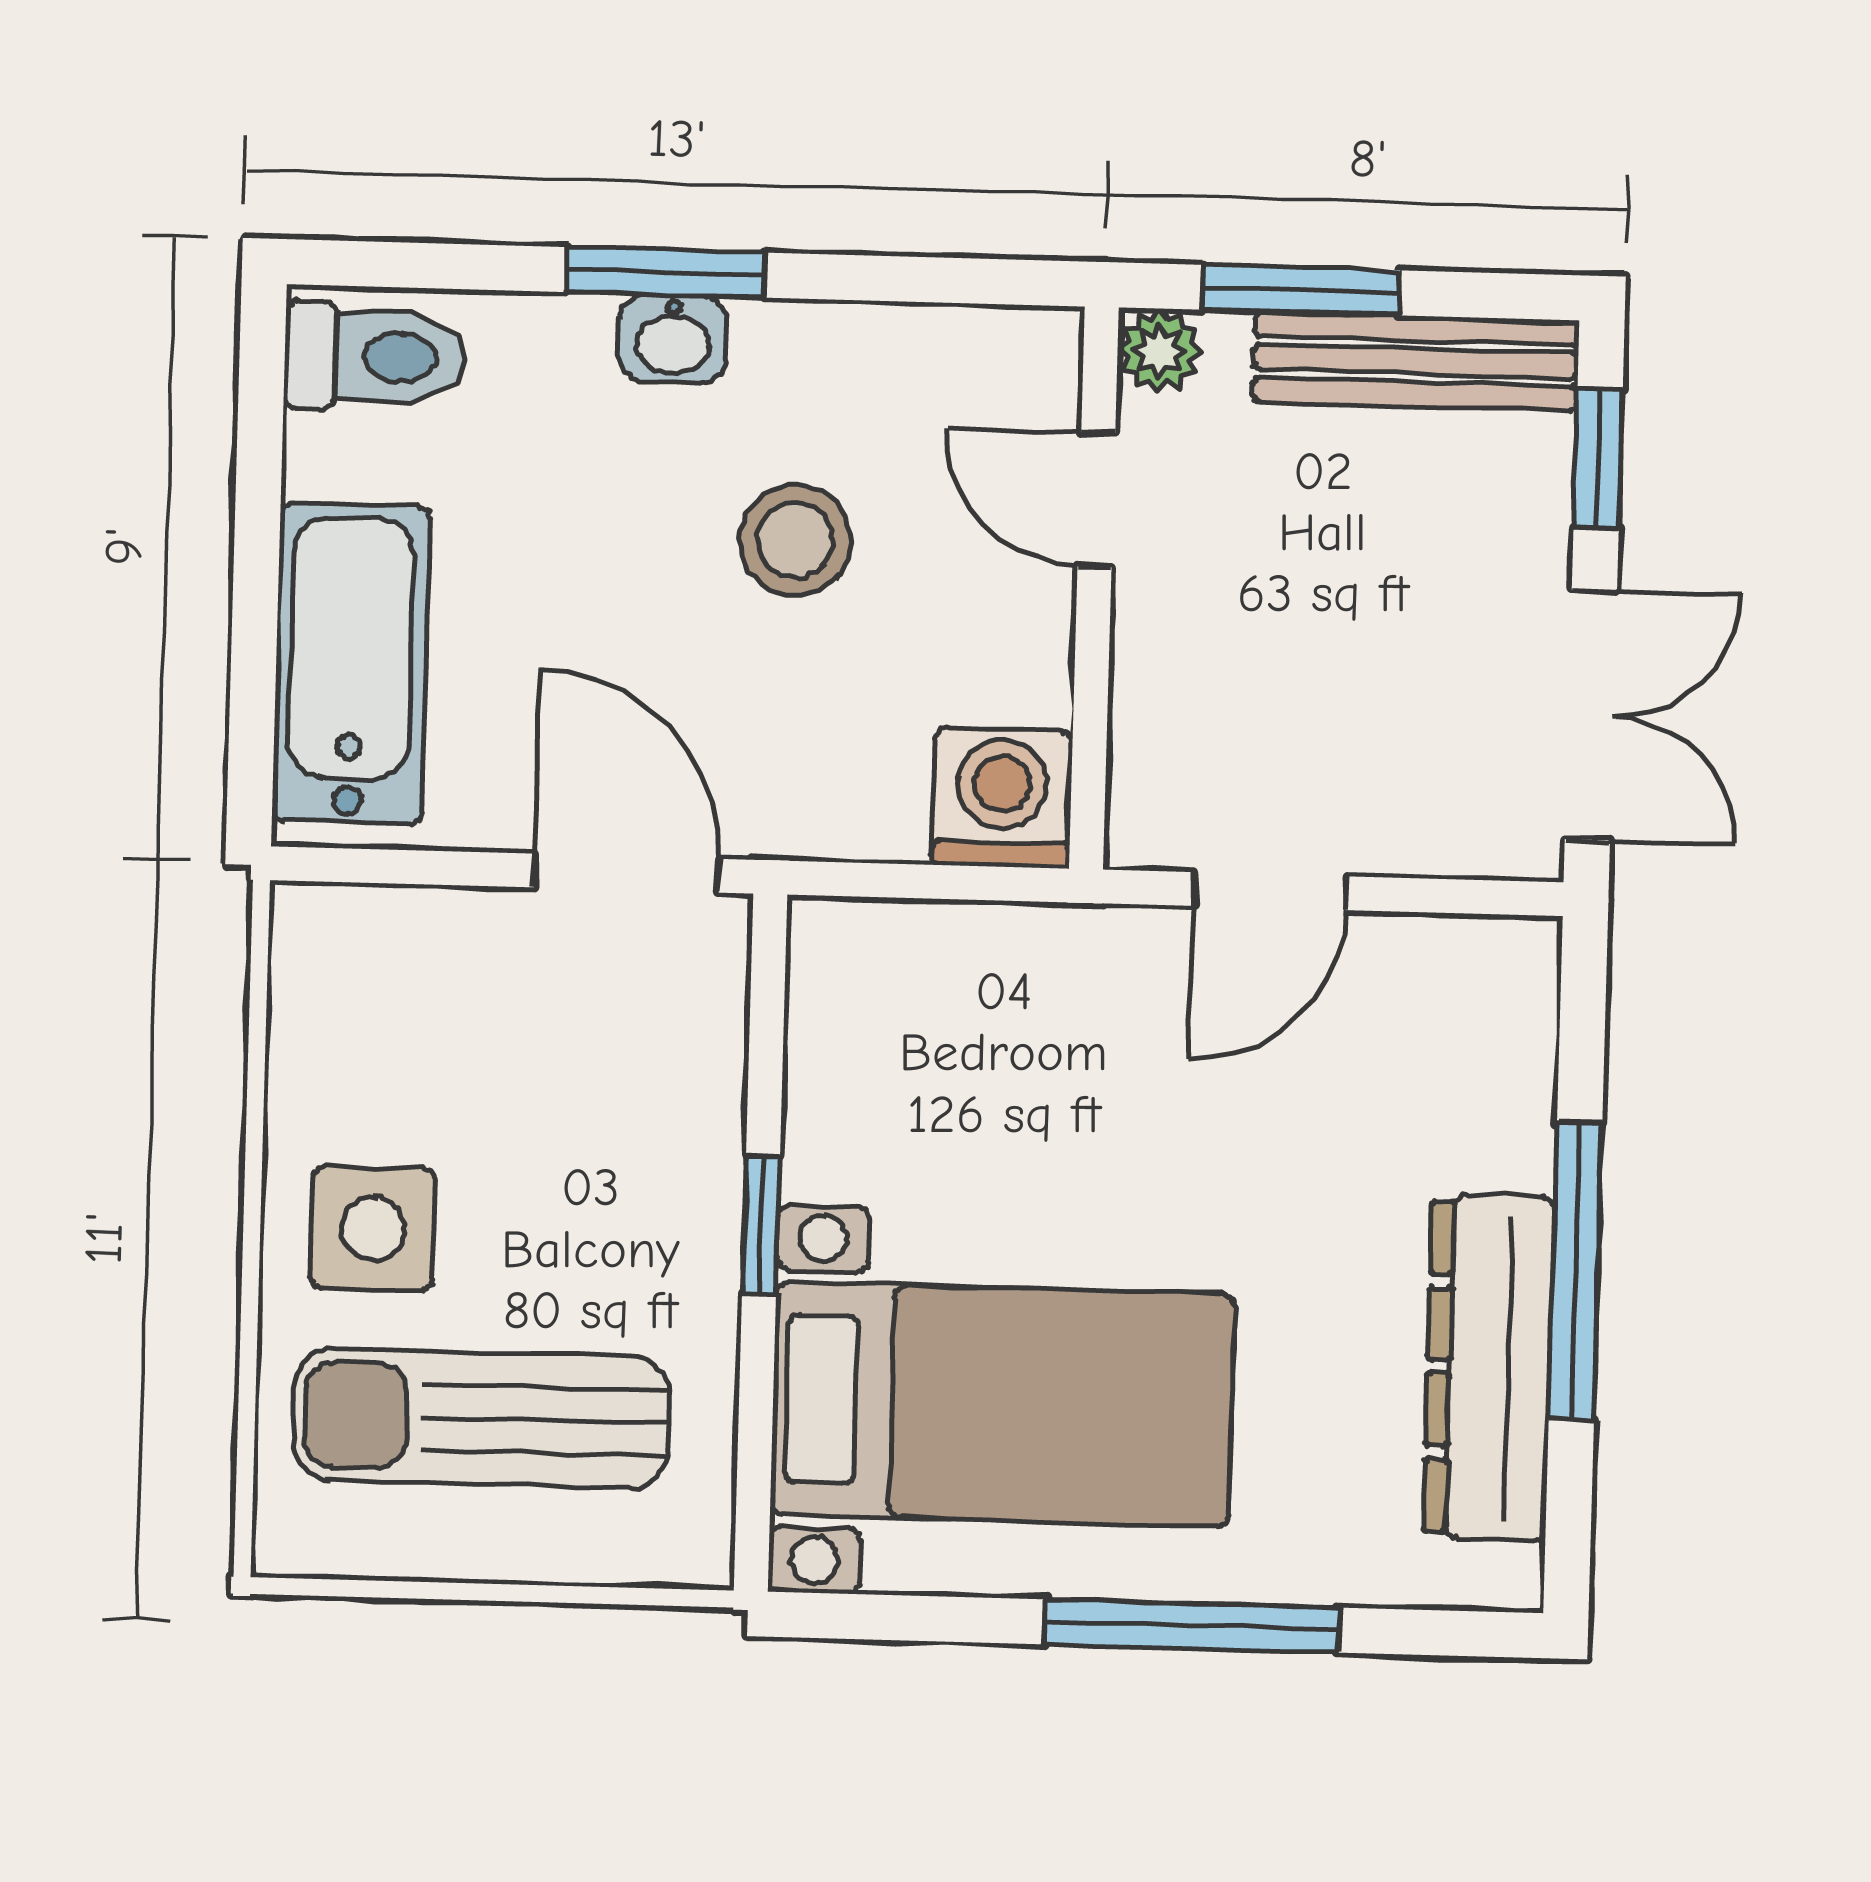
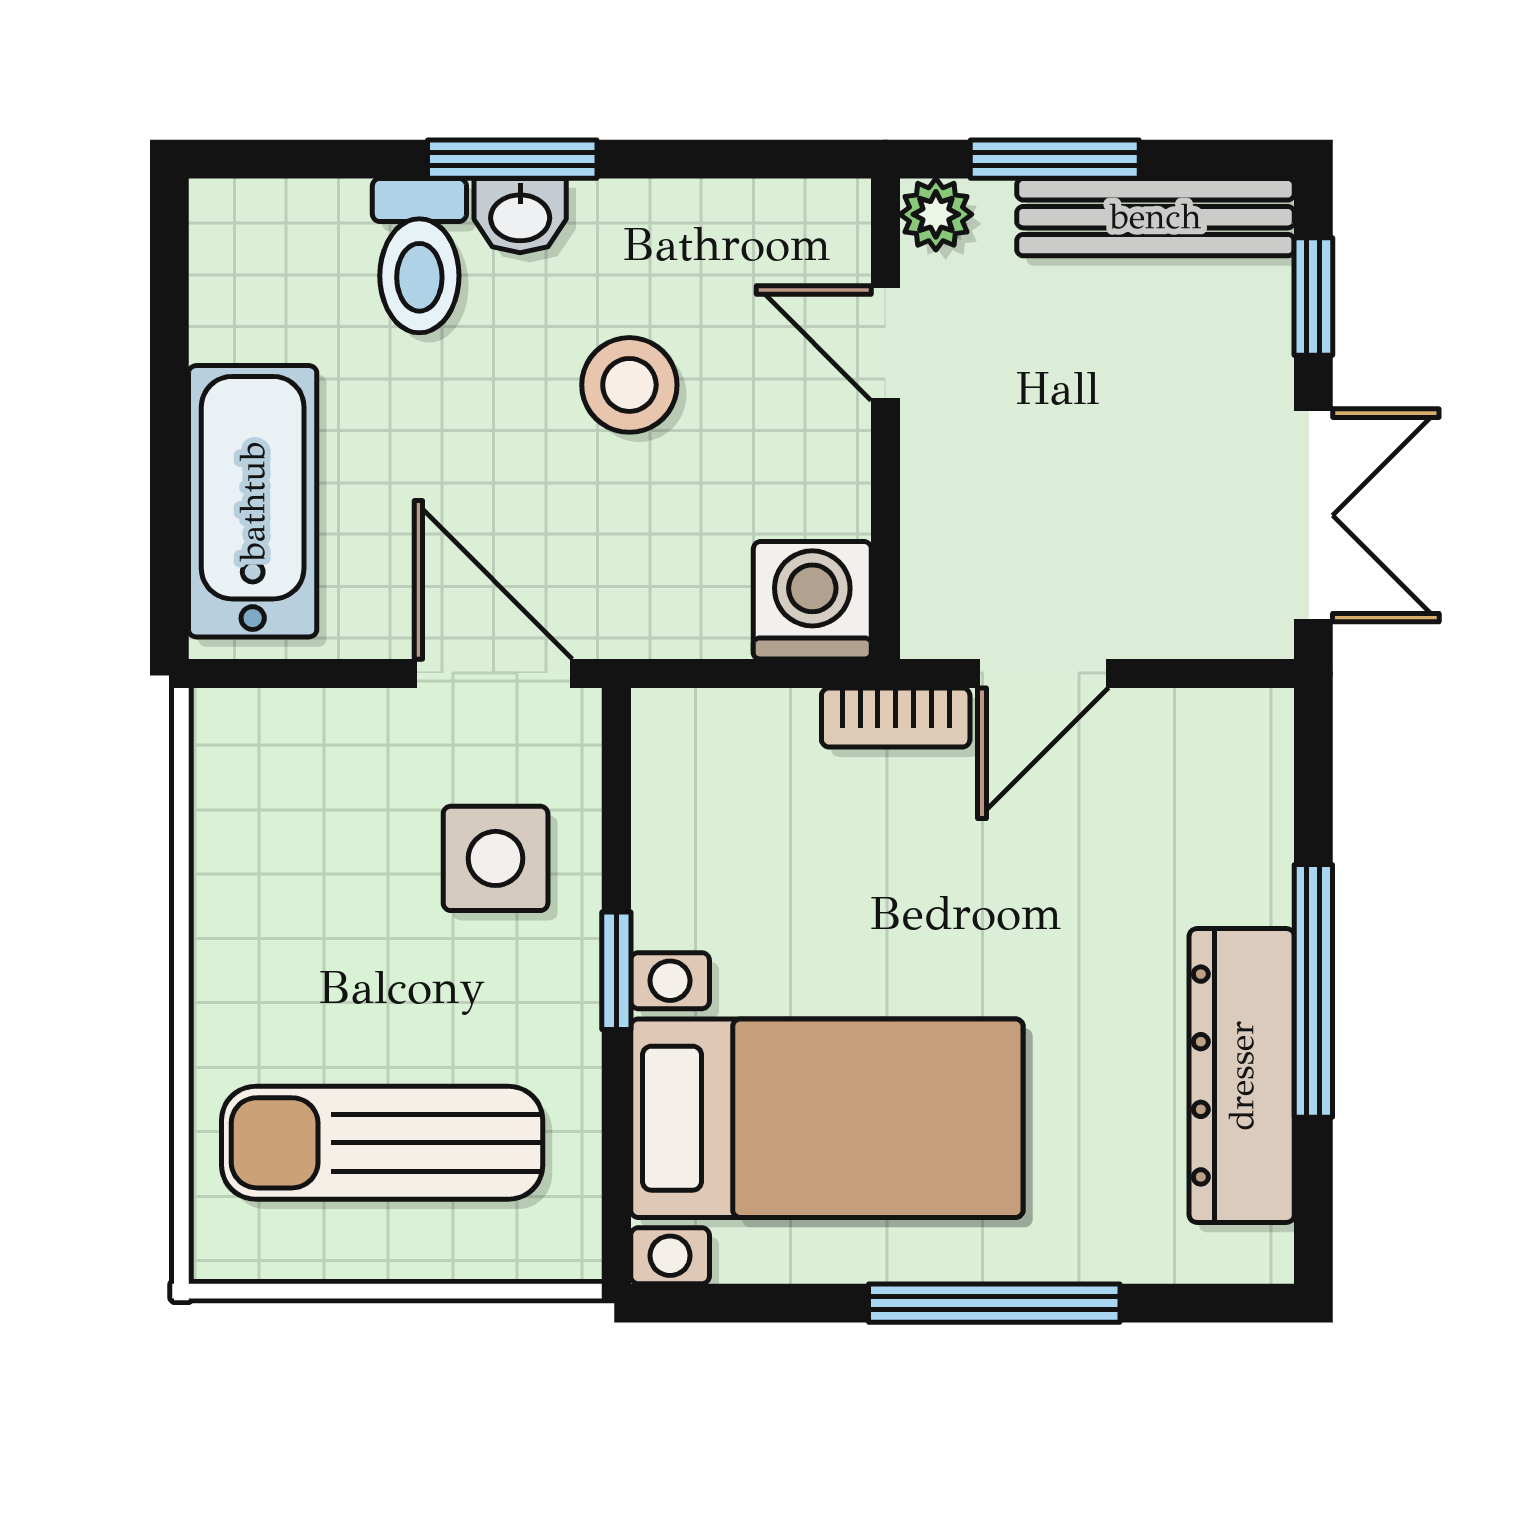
toilet: (375, 357) -> (419, 256), moved, turned 90
bookcase: (1096, 938) -> (896, 718), added
side table: (373, 1228) -> (496, 858), moved

